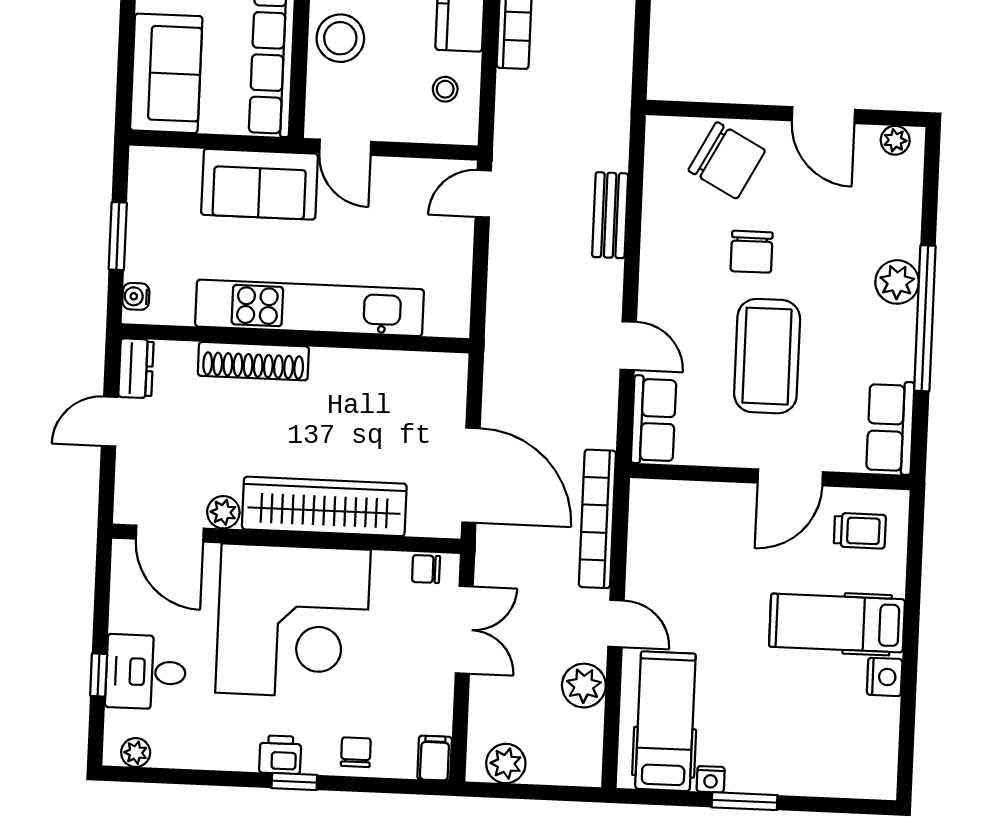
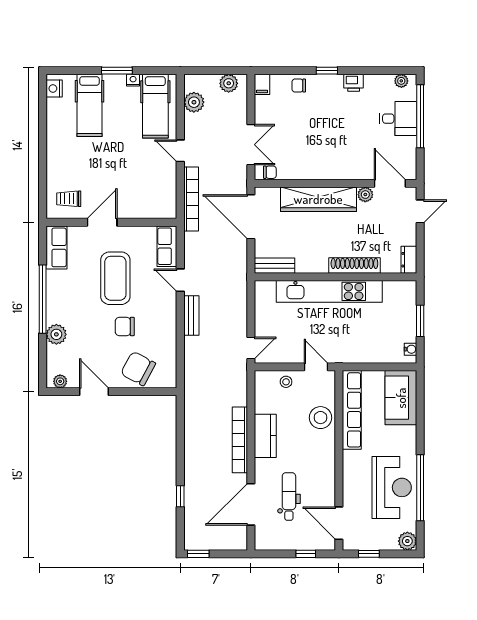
stool: (445, 89) -> (286, 382), moved
sofa: (260, 184) -> (355, 348), removed
bench: (610, 215) -> (191, 315), moved
chair: (752, 252) -> (125, 326), turned -90
plant: (897, 282) -> (56, 334), moved
water cooler: (136, 296) -> (410, 349), moved
bench: (425, 368) -> (274, 266), added
door: (110, 421) -> (420, 211), moved
corner desk: (293, 621) -> (331, 145), removed
hospital bed: (837, 623) -> (89, 105), moved, turned 90
double door: (464, 630) -> (251, 145), swing flipped
window: (99, 675) -> (420, 116), width x3.17
nightstand: (885, 677) -> (54, 88), moved
plant: (584, 686) -> (194, 102), moved
chair: (356, 752) -> (299, 86), turned 90
printer: (280, 755) -> (354, 83), moved

